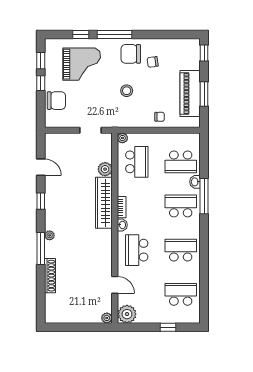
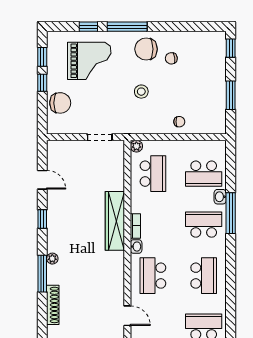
piano: (190, 93) -> (215, 95), removed
plant: (105, 169) -> (116, 182), removed
school desk: (181, 250) -> (204, 276), turned 90

